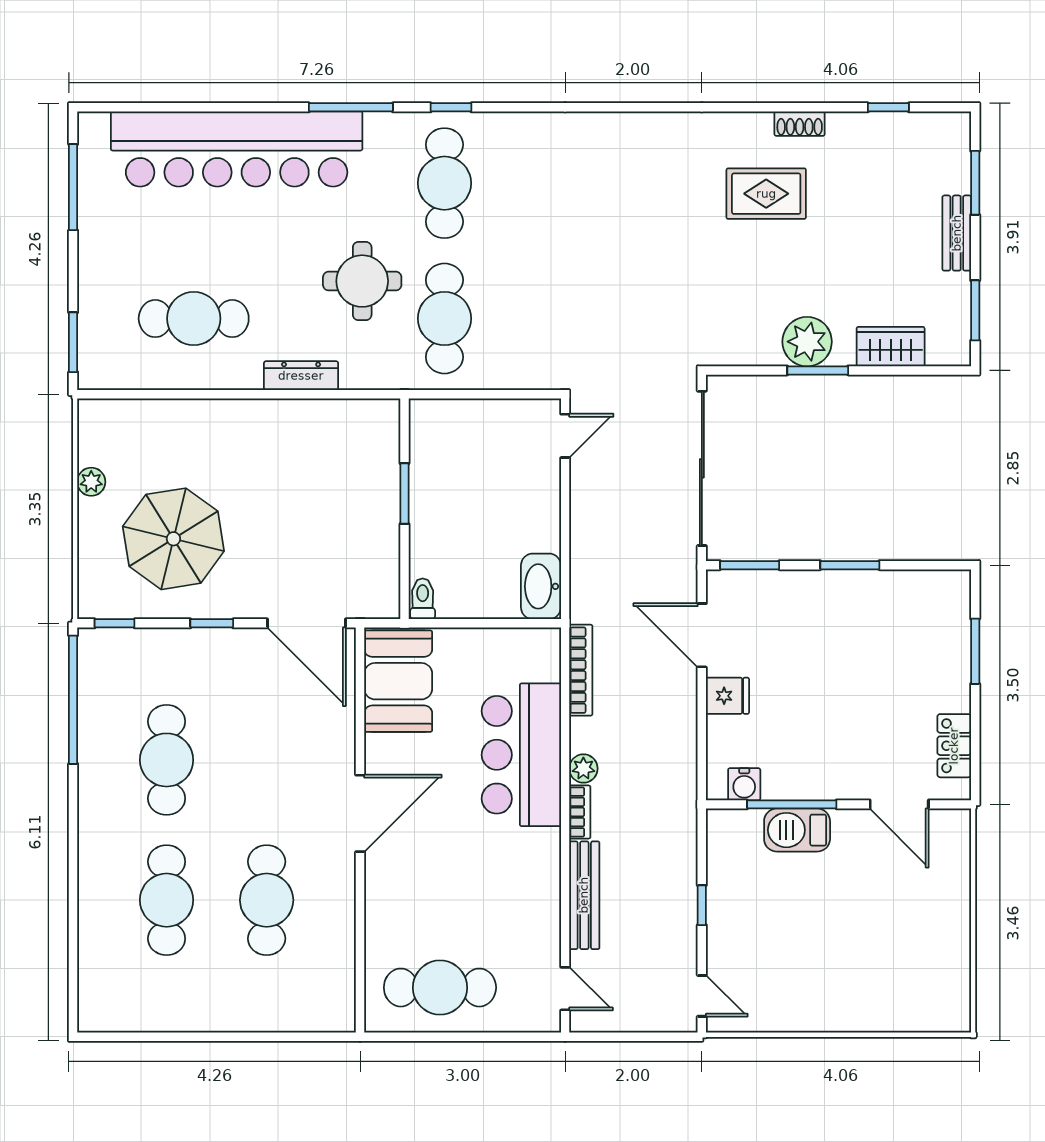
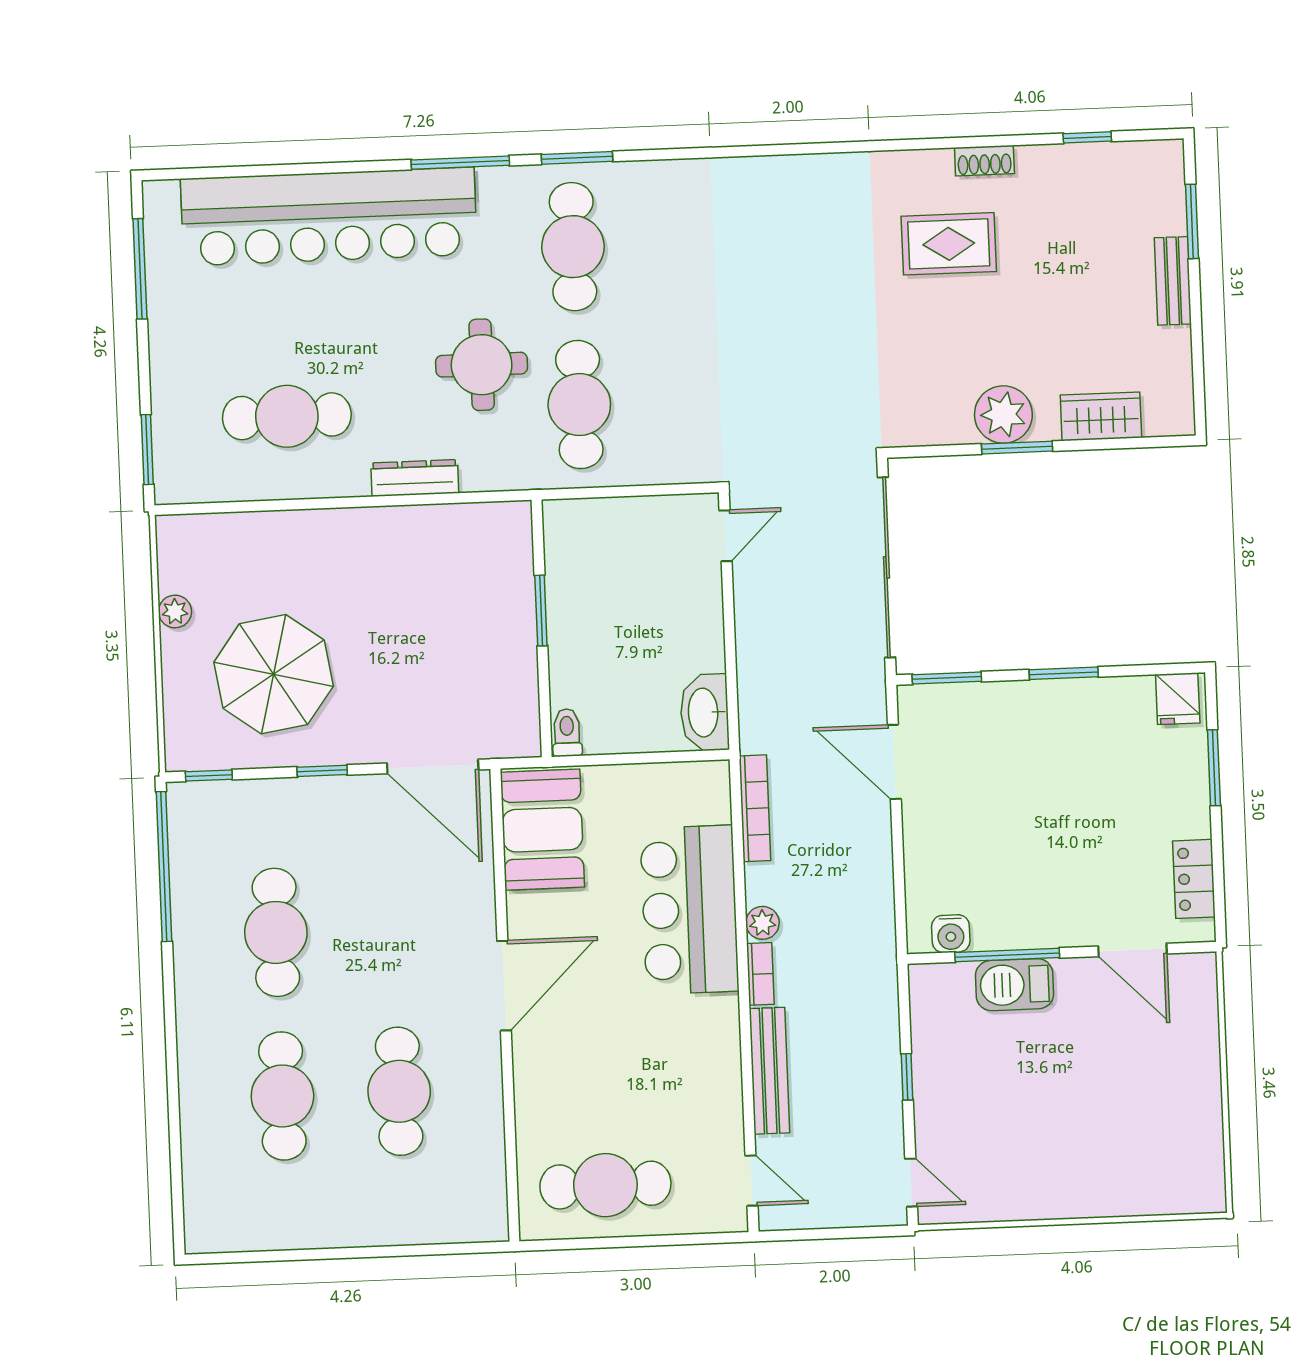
window: (451, 107) -> (577, 158), width x1.50
window: (975, 310) -> (1198, 370), removed
fridge: (727, 696) -> (1178, 699), moved, turned 90

